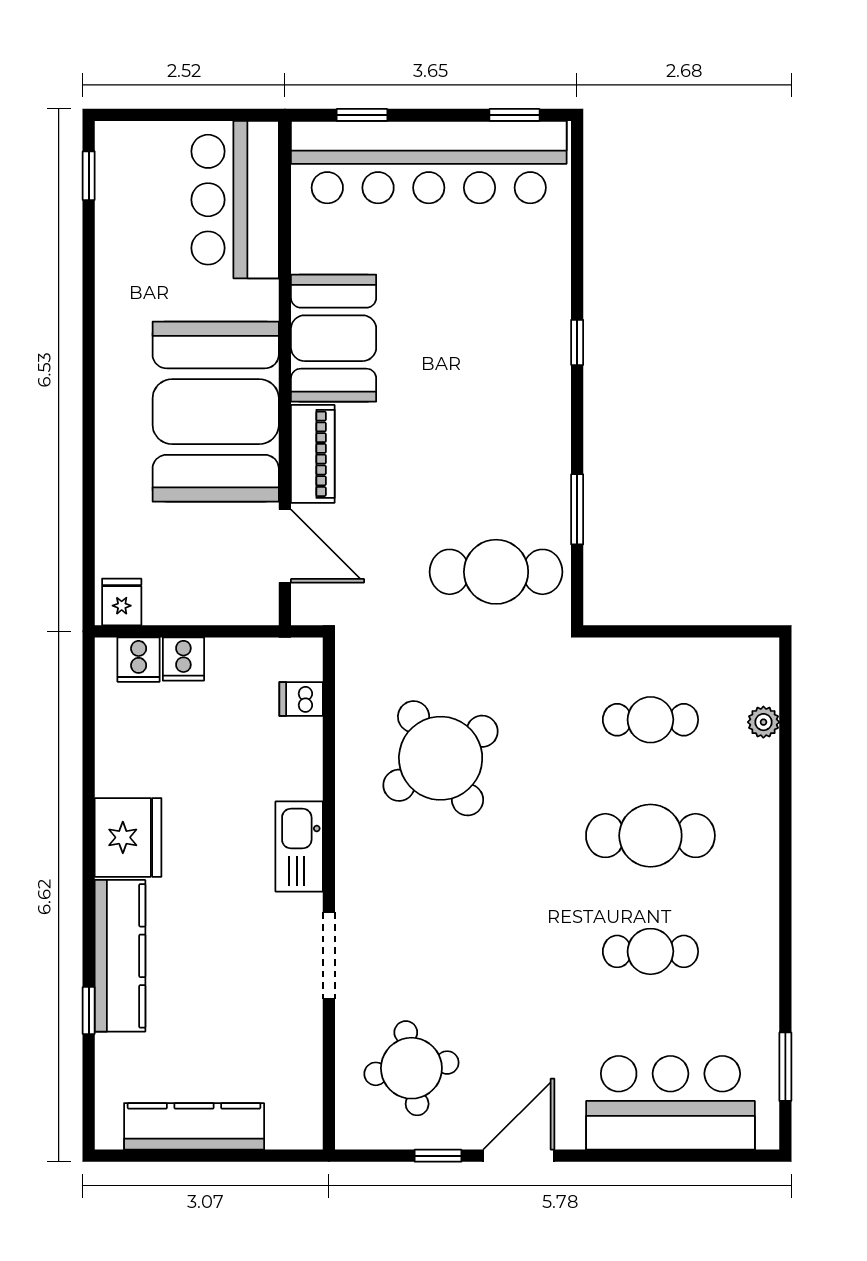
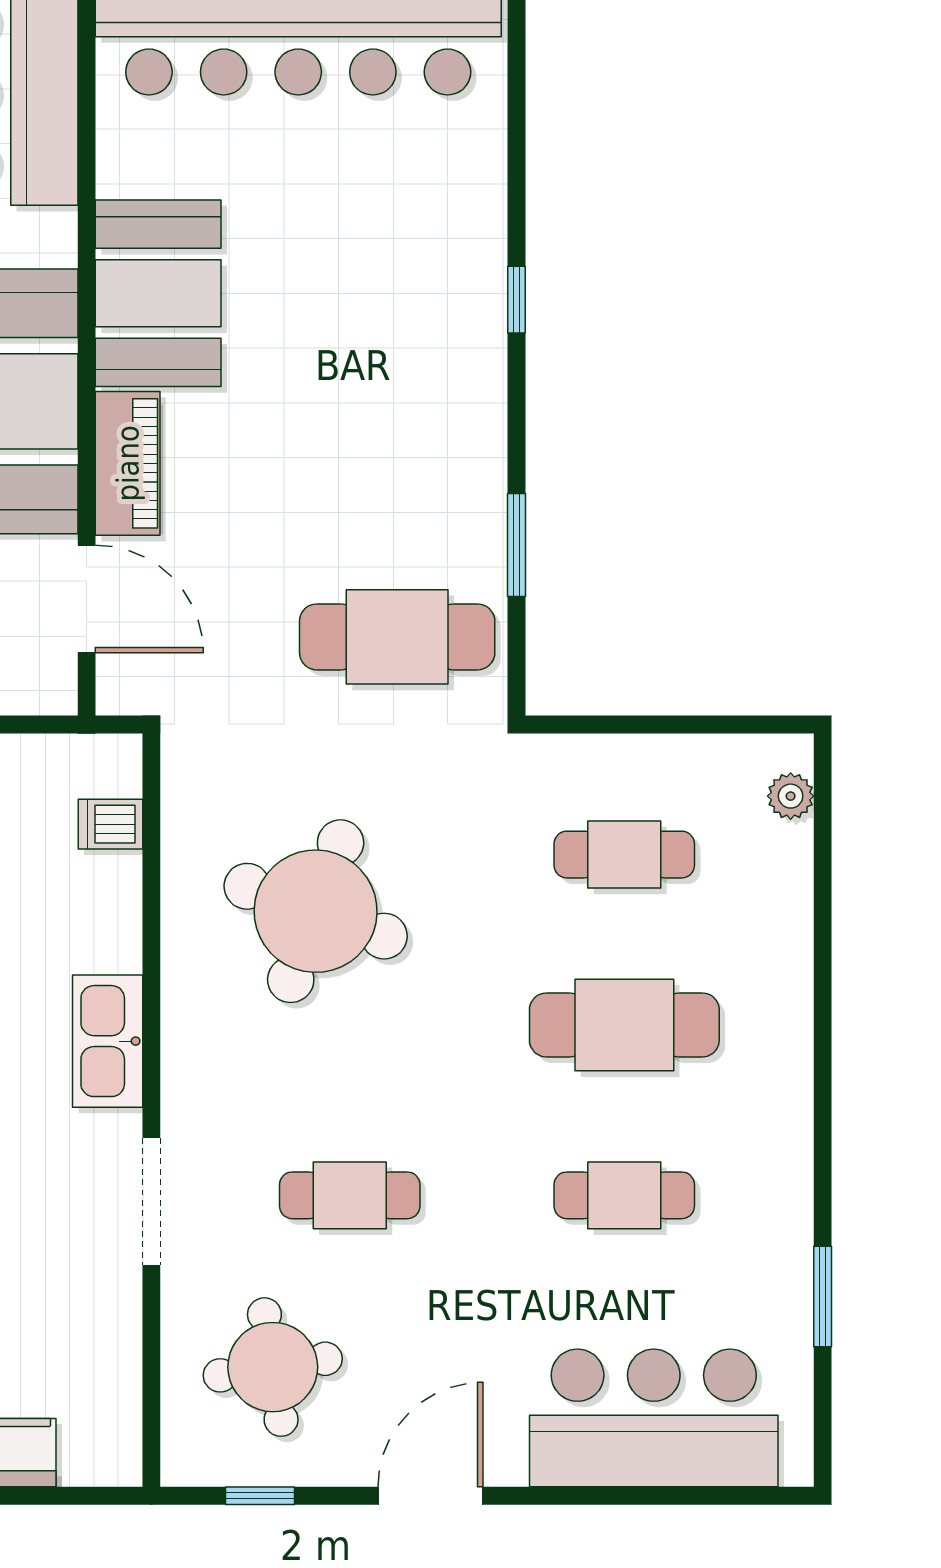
plant: (763, 722) -> (791, 796), moved
round table: (441, 758) -> (316, 911), turned -37
cafe table: (464, 951) -> (350, 1195), added
window: (785, 1067) -> (823, 1296), moved
window: (438, 1156) -> (260, 1496), moved

